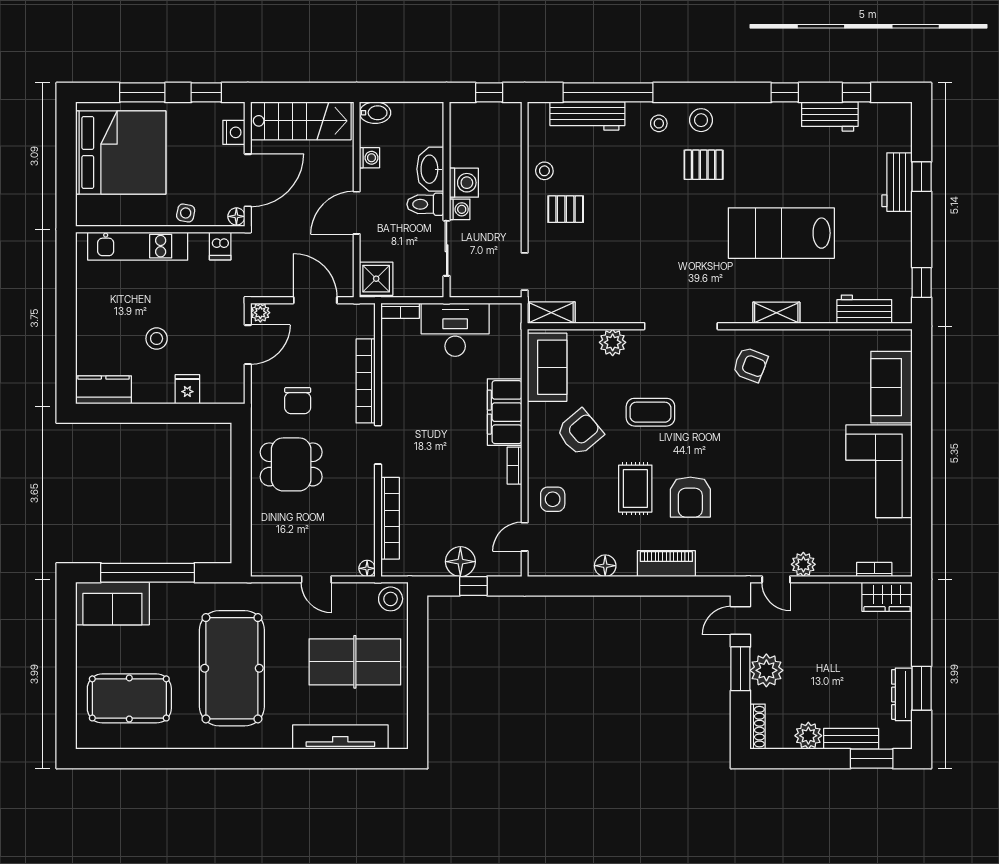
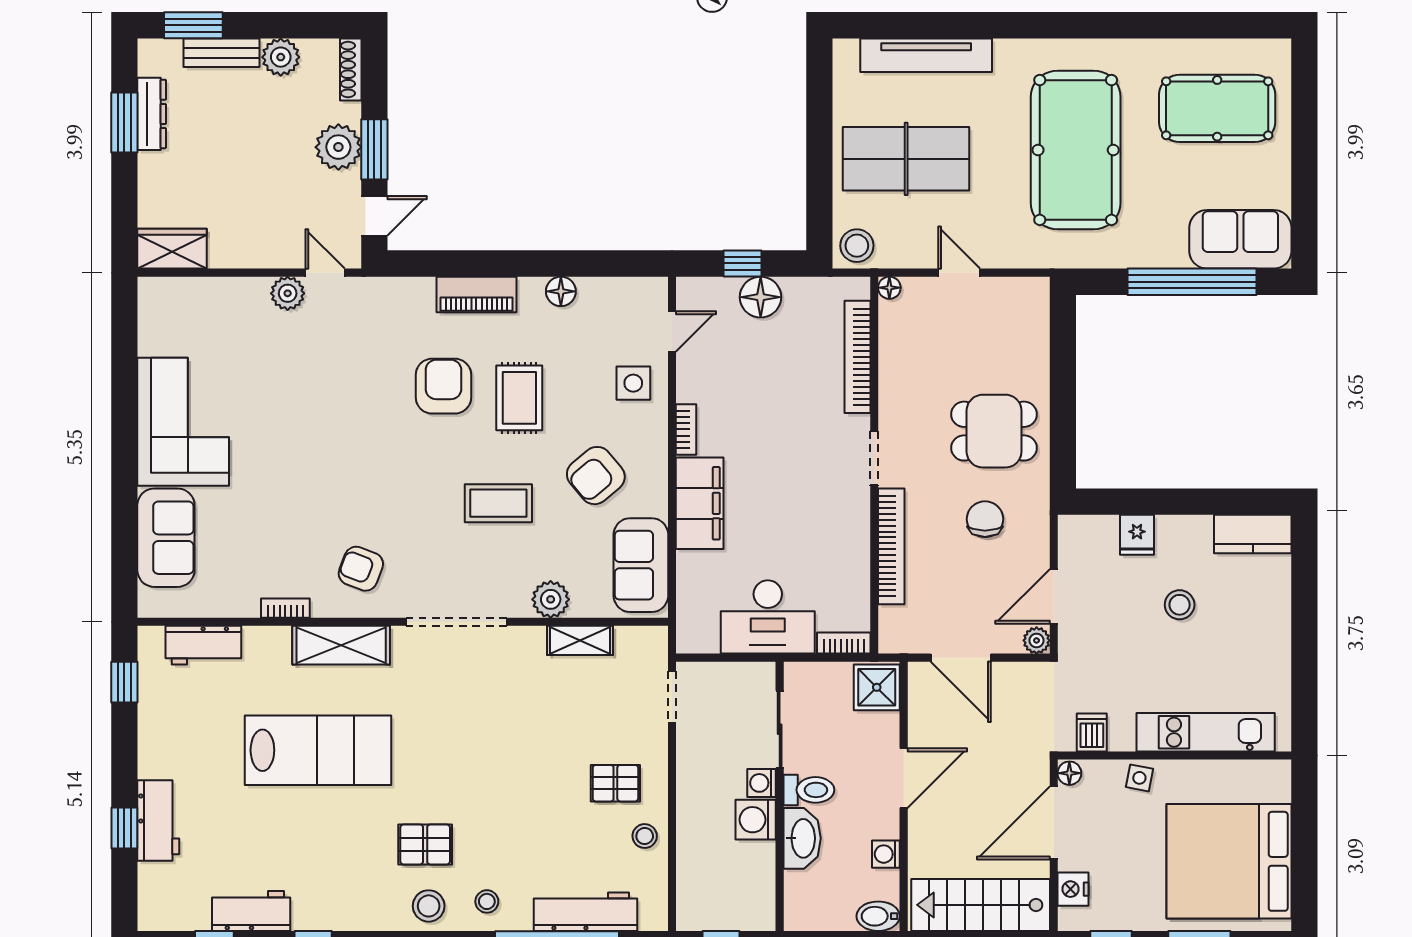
shelving: (551, 313) -> (580, 640), moved
shelving: (776, 313) -> (341, 645), width x1.50, depth x1.33
bookcase: (874, 569) -> (285, 608), moved, turned 180

